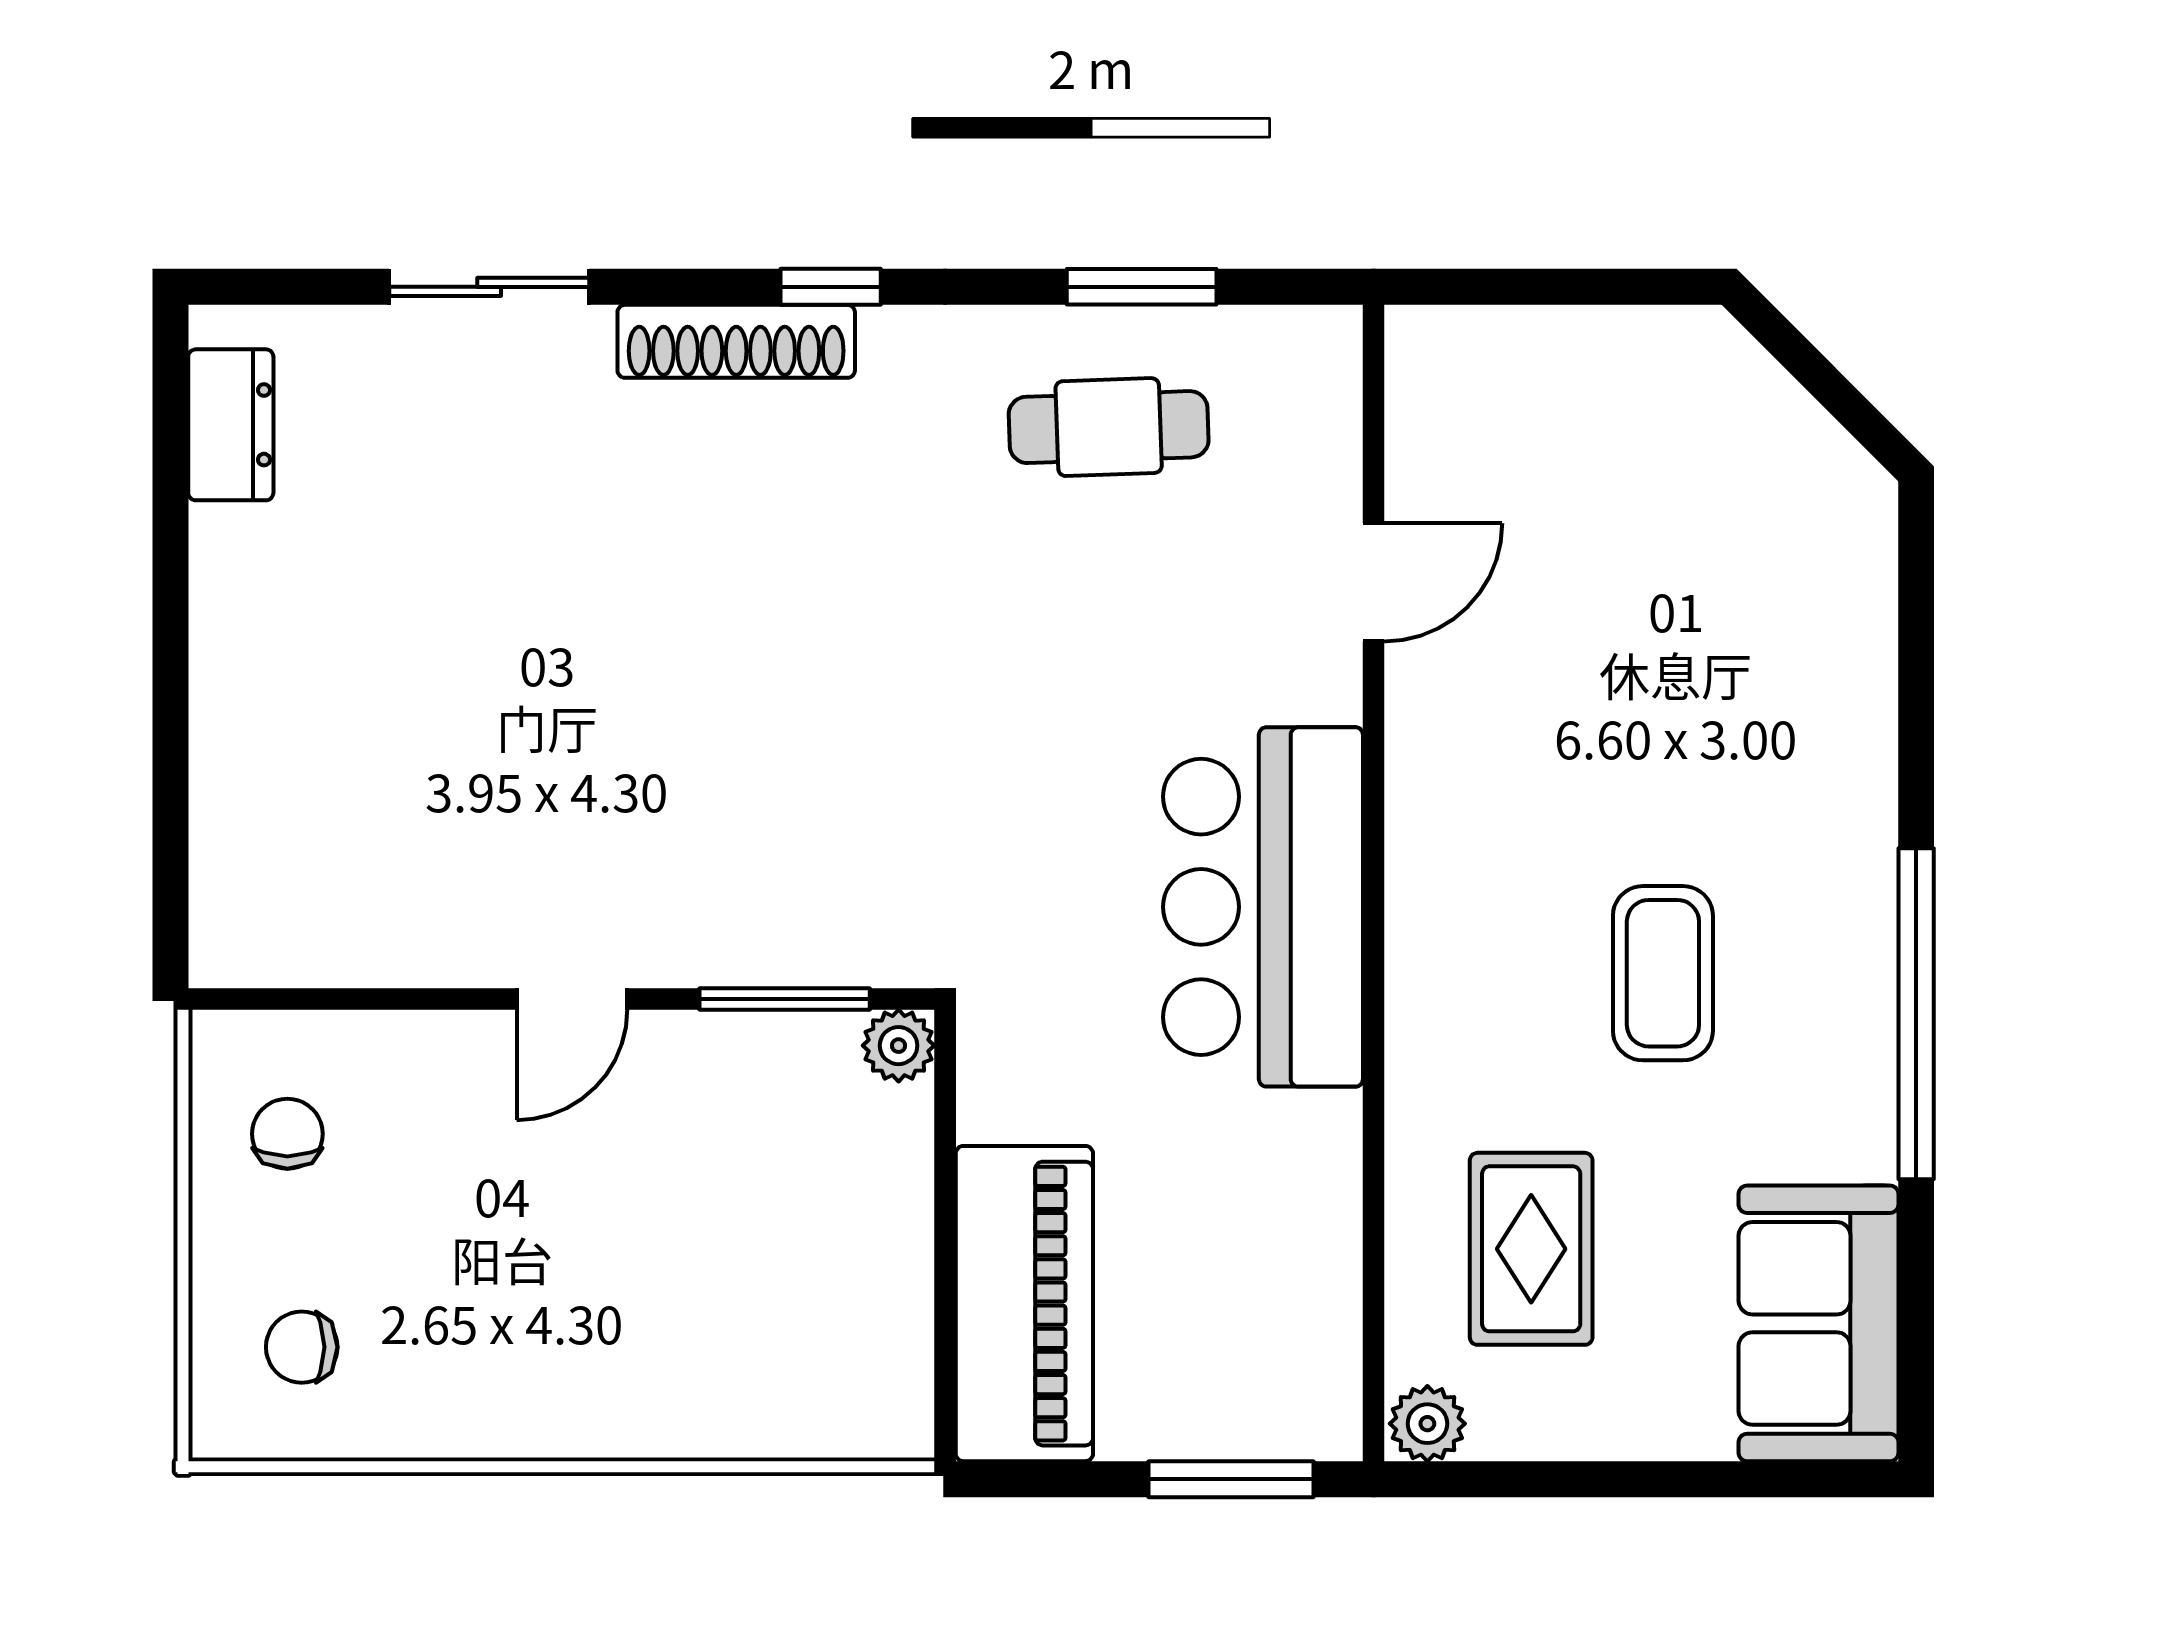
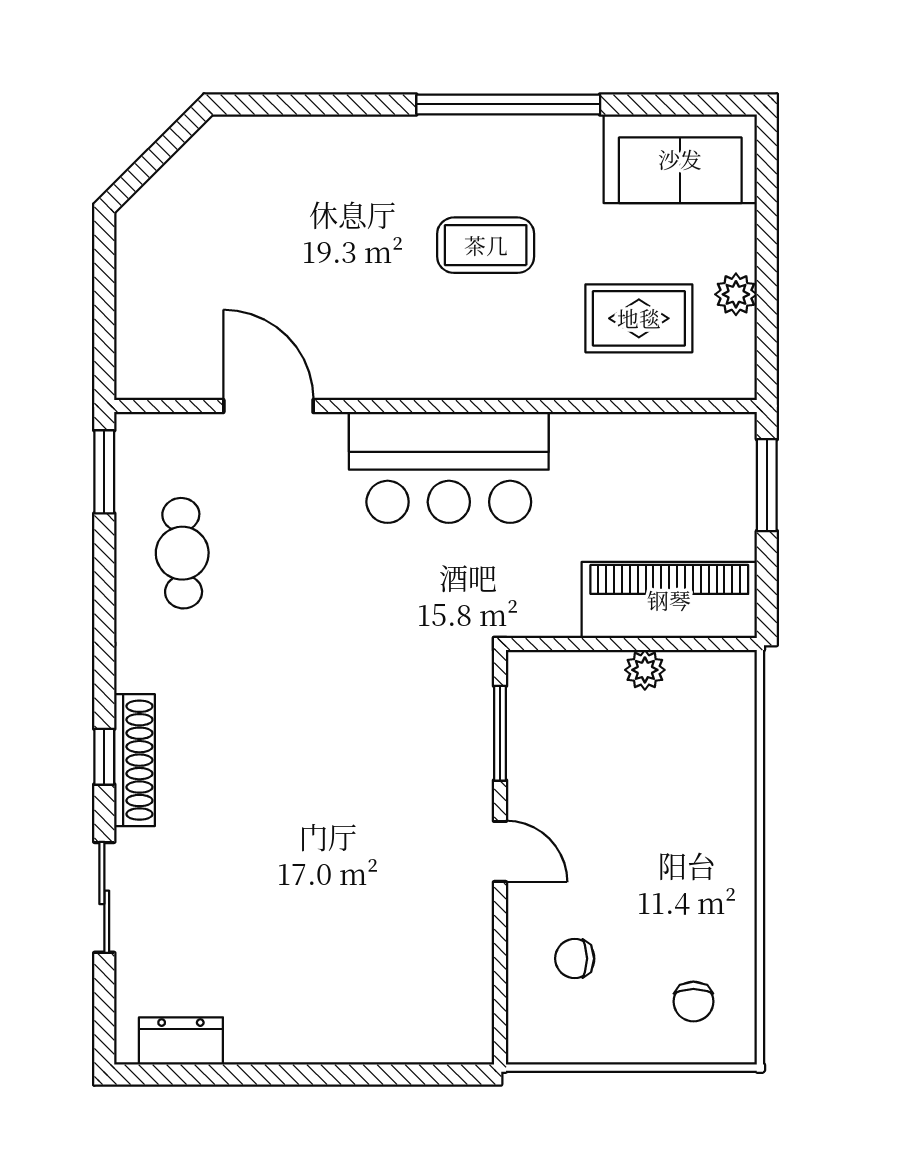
window: (831, 287) -> (104, 757), moved
window: (1142, 287) -> (104, 472), moved
door: (1373, 582) -> (268, 406), width x1.38
plant: (899, 1046) -> (645, 670), moved
chair: (287, 1134) -> (575, 959), moved
plant: (1427, 1424) -> (736, 294), moved

